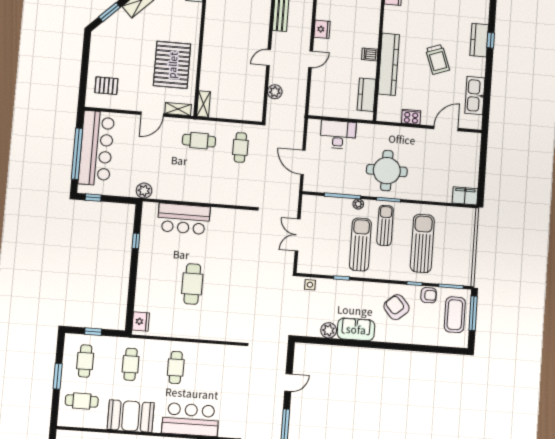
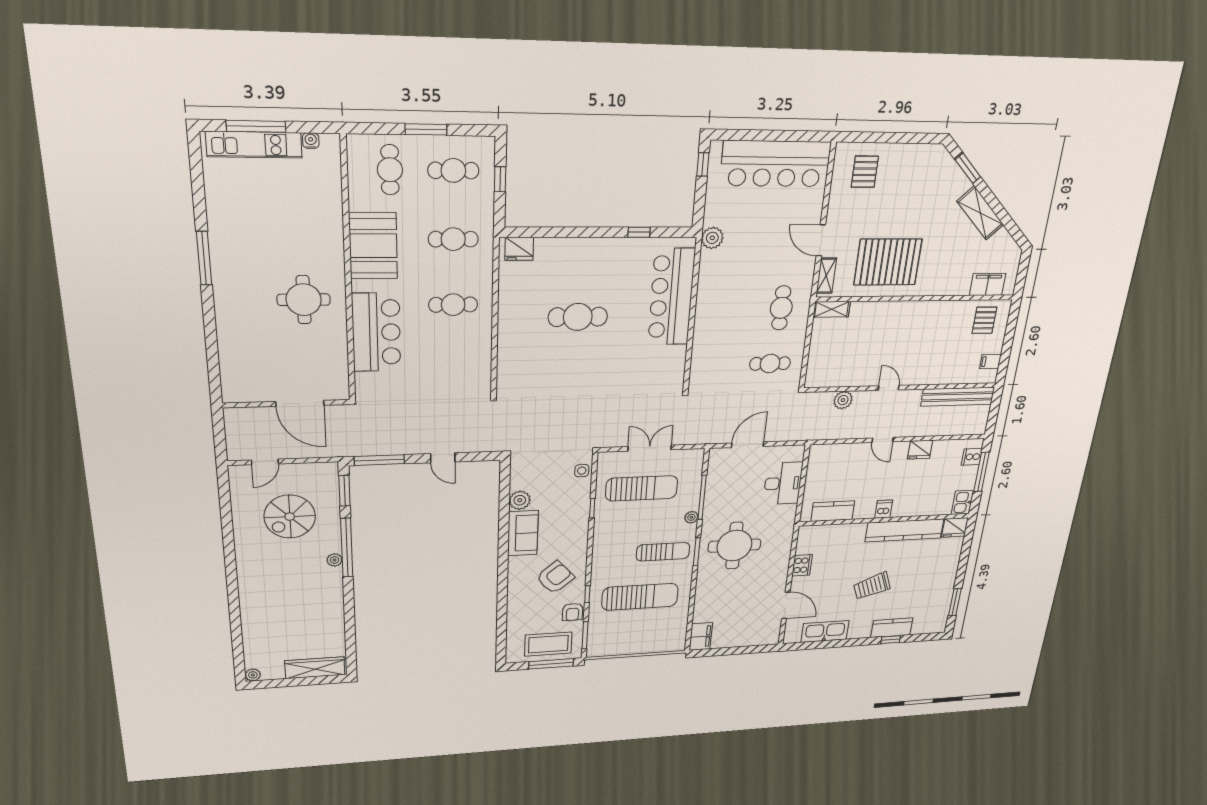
kitchen counter: (389, 64) -> (904, 530), moved
window: (77, 154) -> (768, 136), removed
bar counter: (184, 219) -> (672, 297), width x1.36
sun lounger: (360, 244) -> (642, 488), moved

